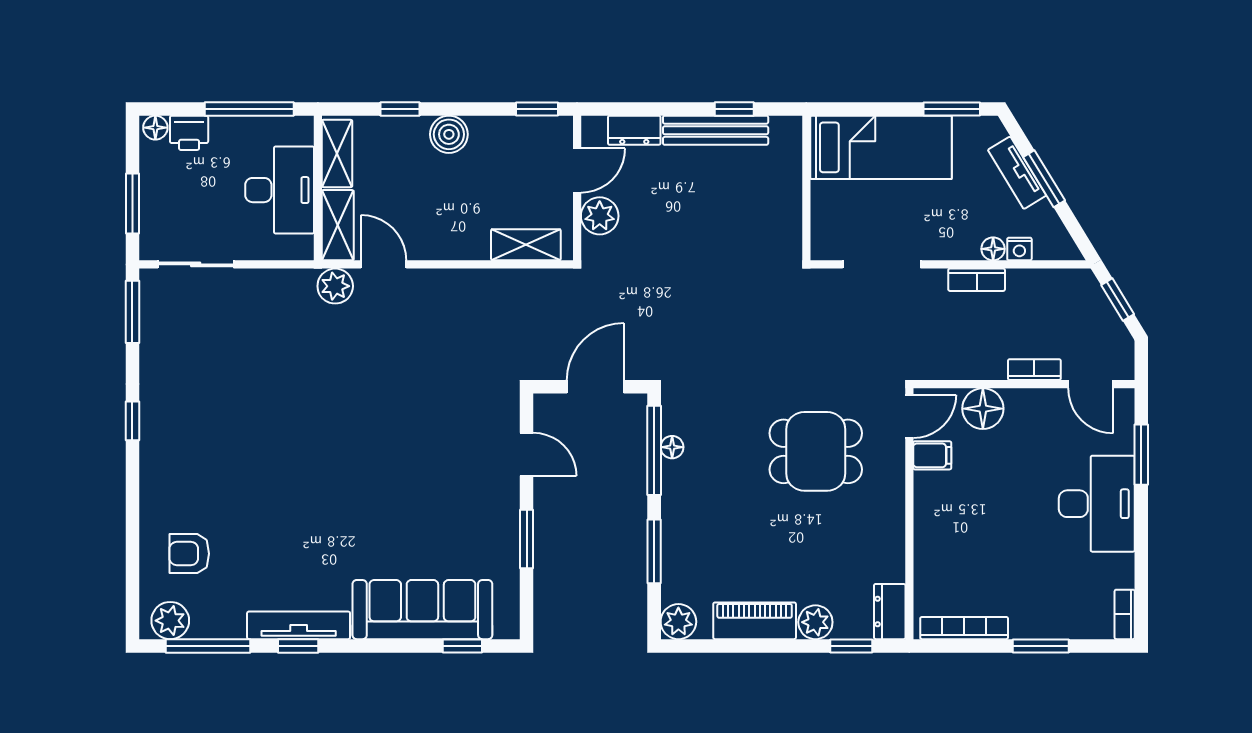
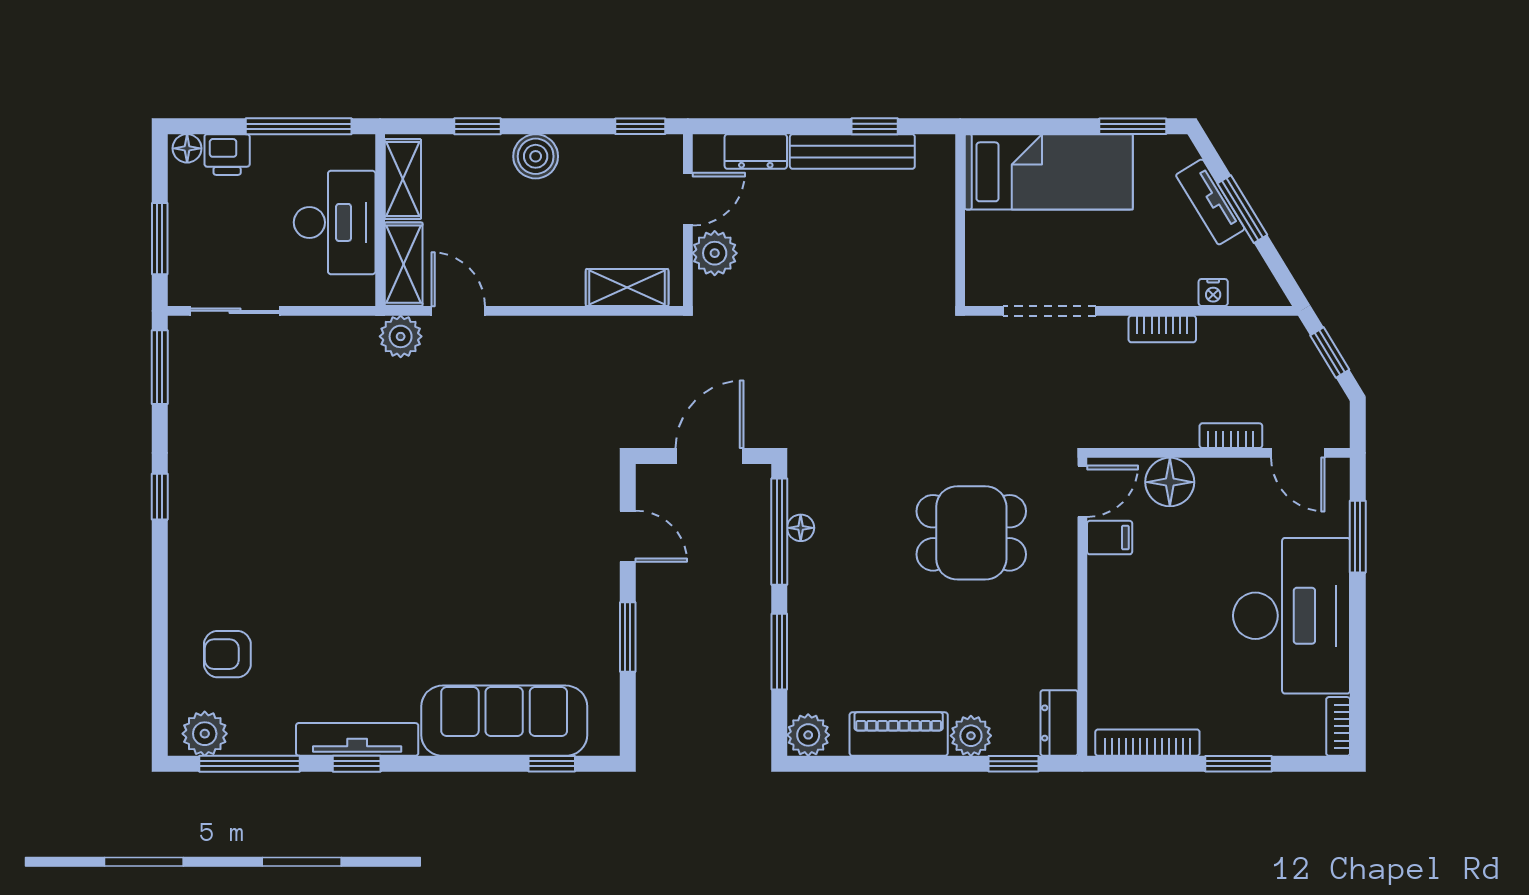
floor lamp: (993, 249) -> (1182, 292), removed
desk: (1097, 504) -> (1292, 616), width x1.36, depth x1.30

